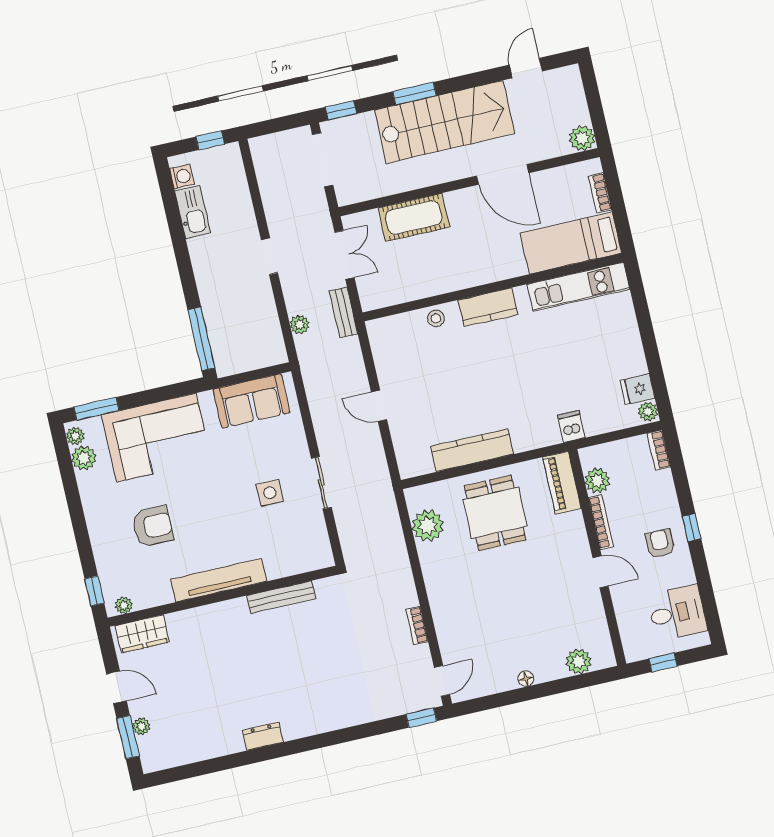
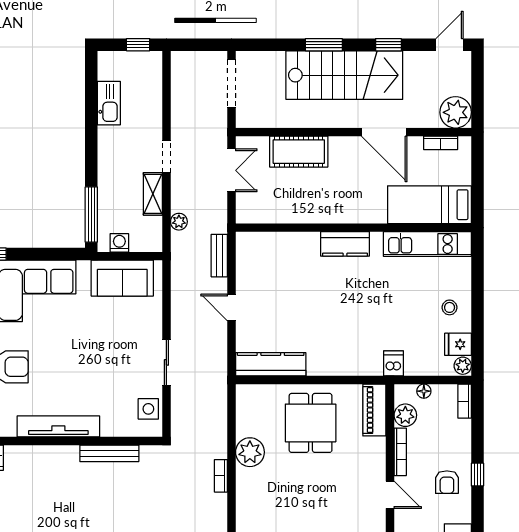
door: (526, 68) -> (449, 45), moved
window: (341, 110) -> (388, 45), moved
plant: (582, 138) -> (456, 112), width x1.36, depth x1.36
washing machine: (182, 177) -> (119, 243), moved, turned -90
bookcase: (600, 193) -> (441, 143), moved, turned -90
shelving: (264, 301) -> (153, 194), added
bench: (344, 312) -> (219, 256), moved
stool: (436, 318) -> (450, 307), moved
floor lamp: (612, 449) -> (424, 391), added
kitchen counter: (472, 450) -> (271, 364), moved
side table: (270, 493) -> (148, 409), moved
plant: (428, 526) -> (250, 452), moved
armchair: (660, 544) -> (447, 482), turned 180
bookcase: (417, 626) -> (221, 476), moved

